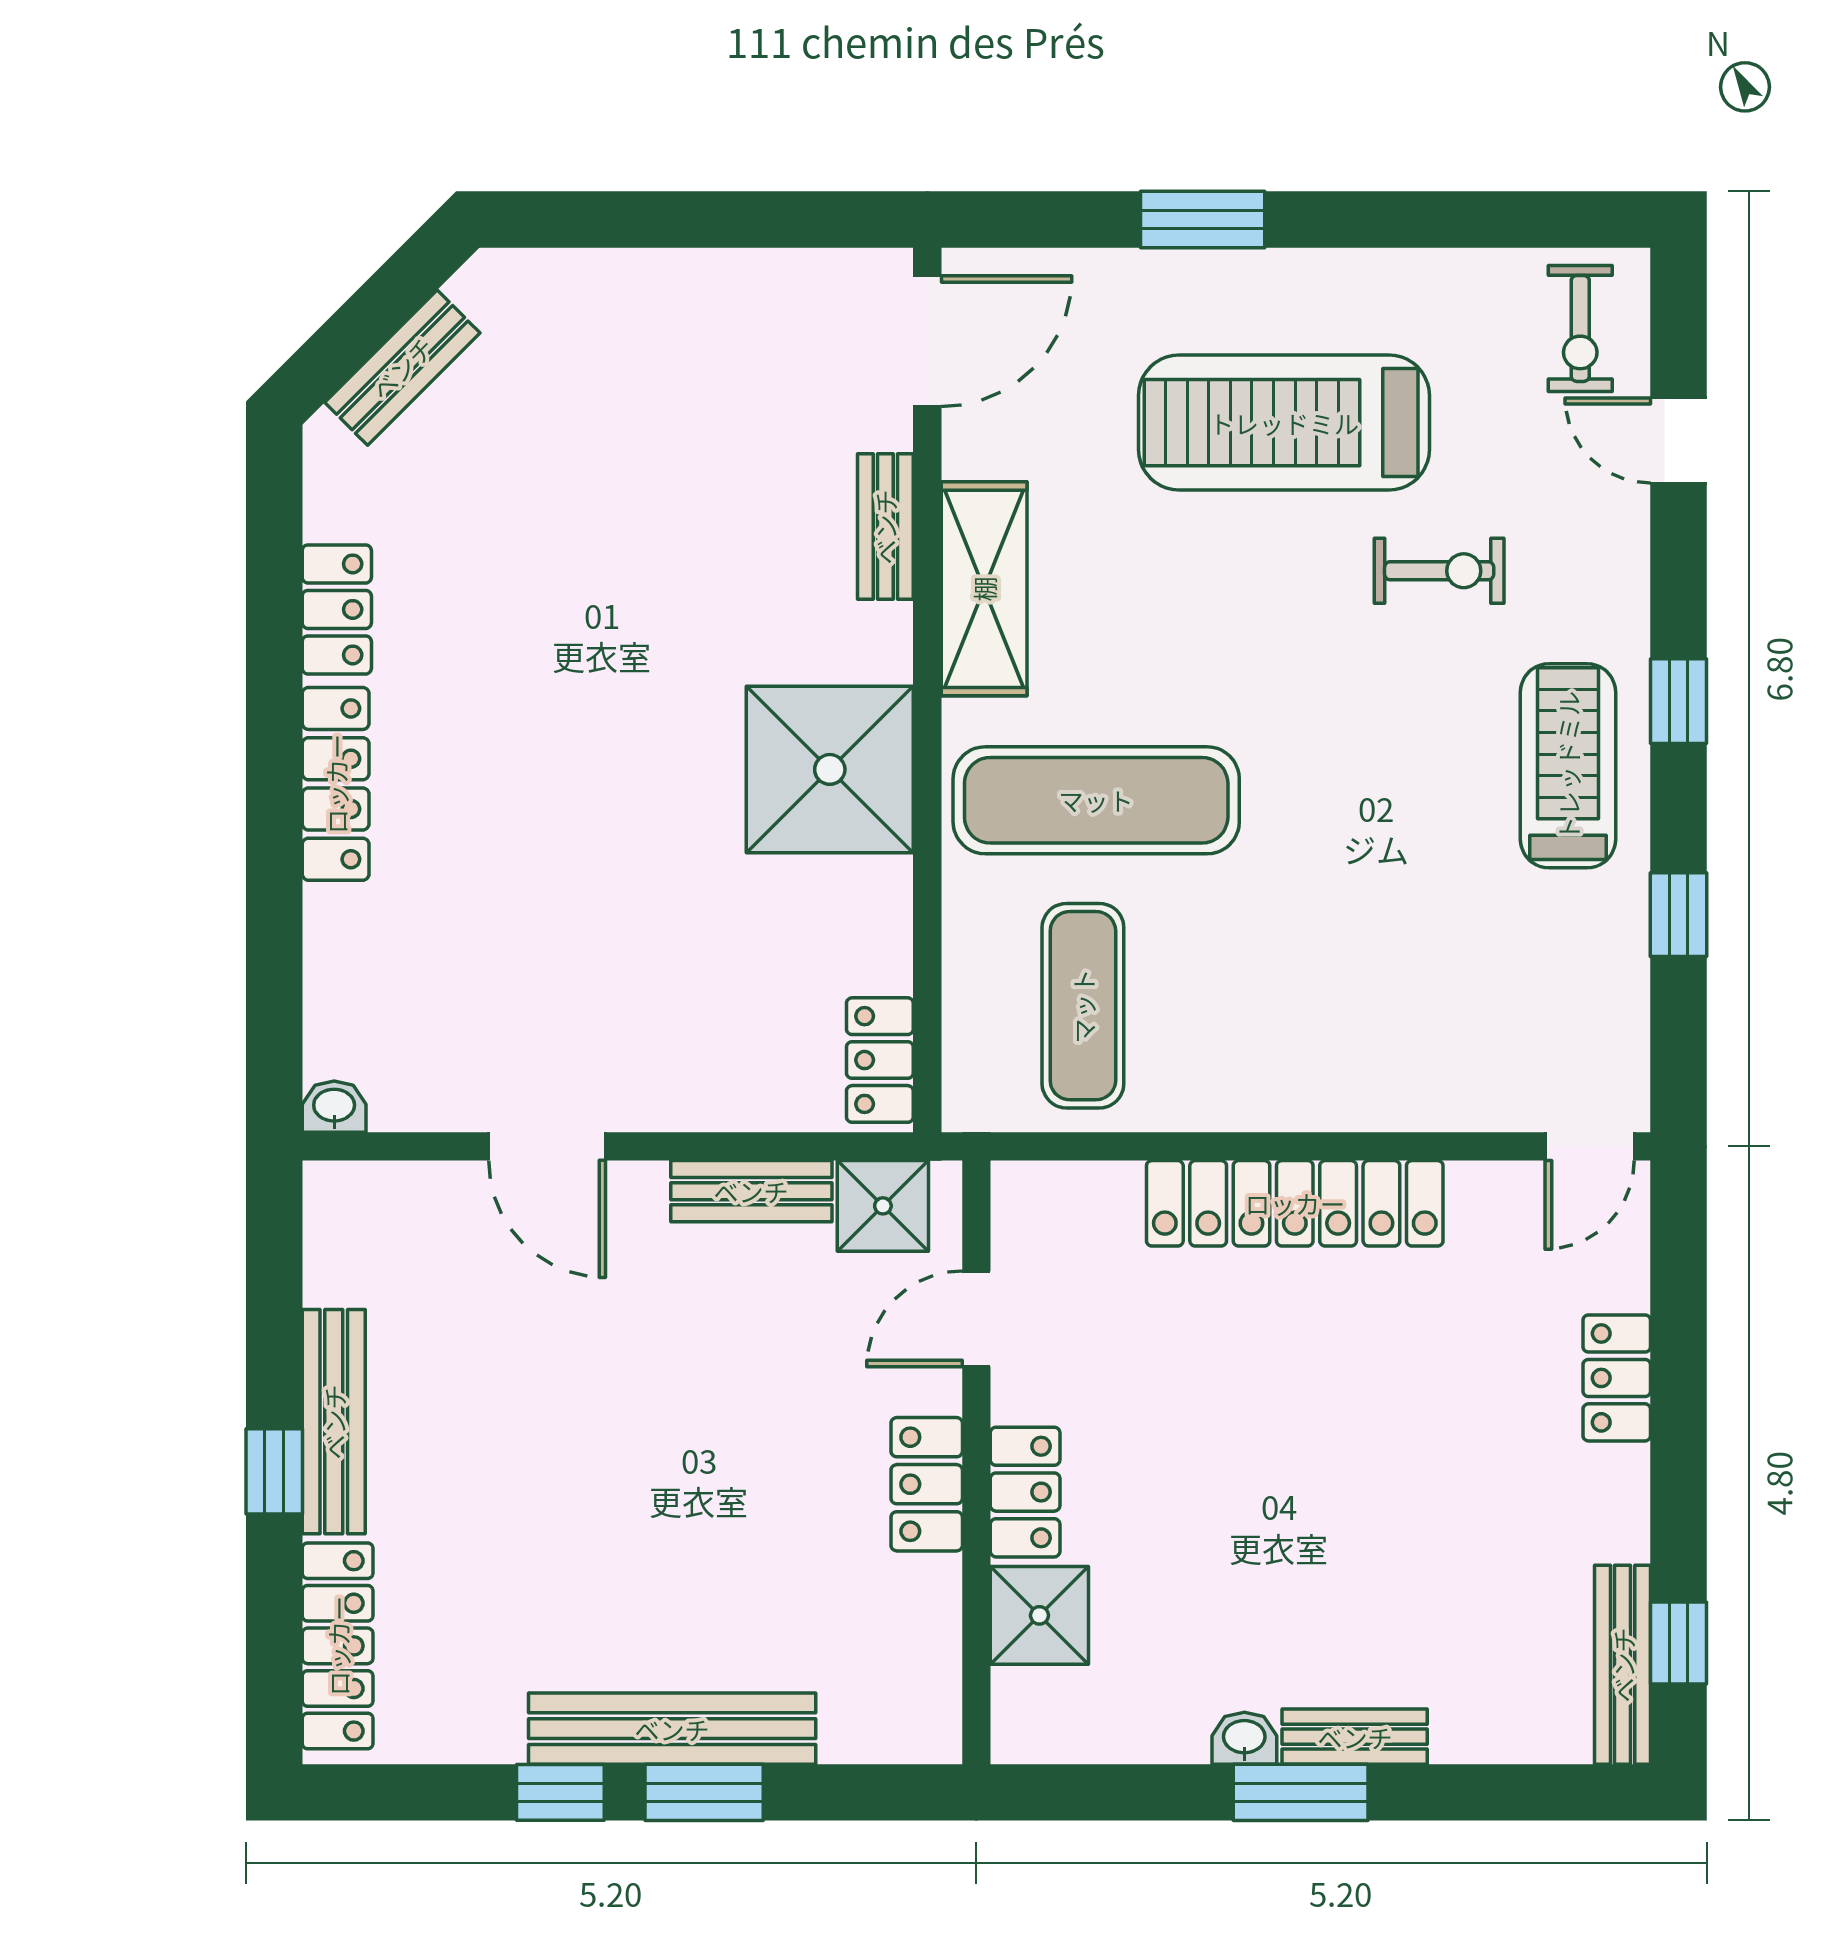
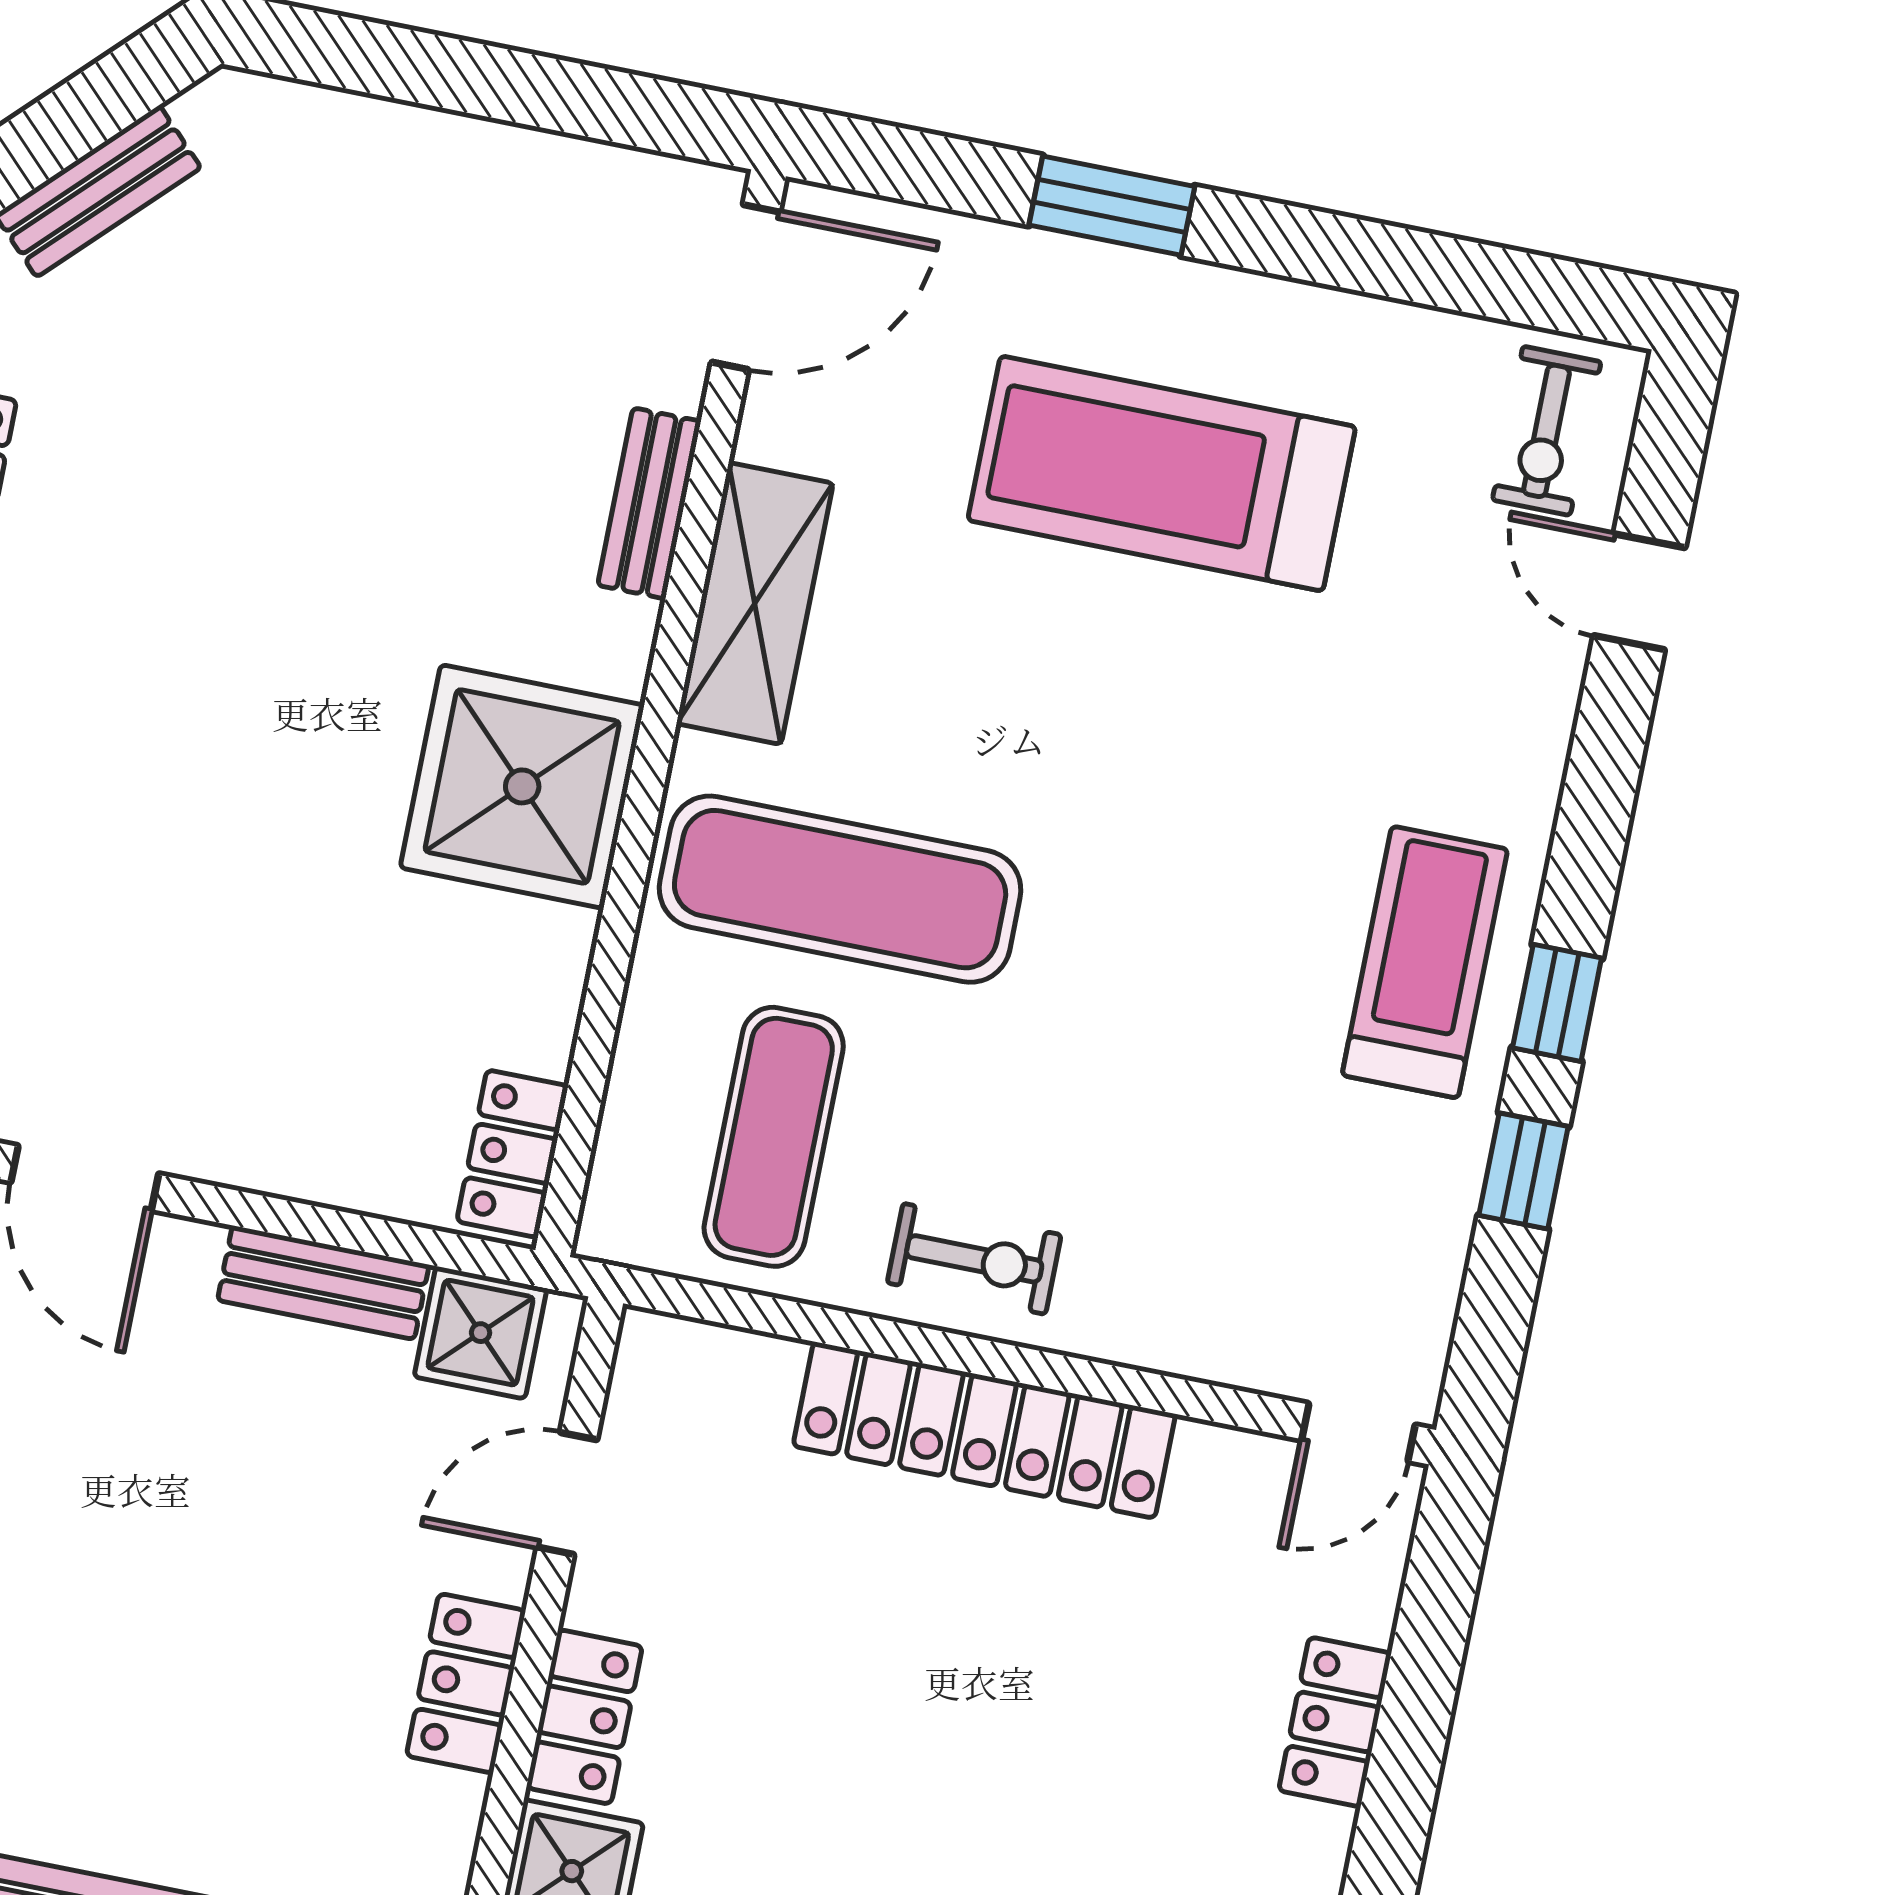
exercise bike: (1439, 571) -> (974, 1259), moved
window: (1679, 701) -> (1557, 1003), moved

